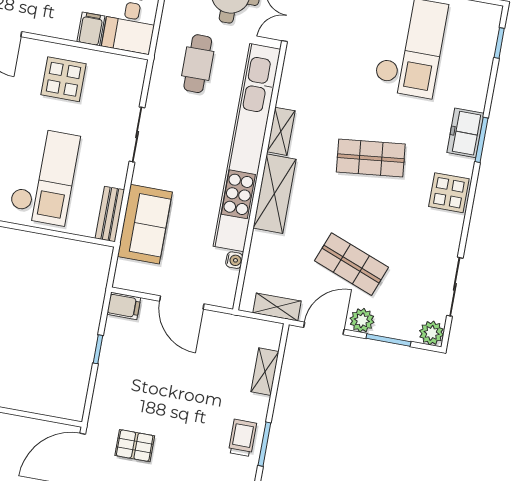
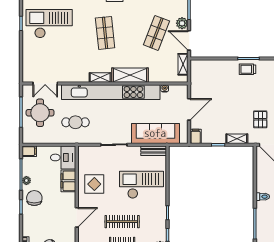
filing cabinet: (91, 29) -> (68, 181), width x2.00
sofa: (145, 224) -> (155, 133), width x1.36
shelving: (265, 372) -> (237, 139), moved

